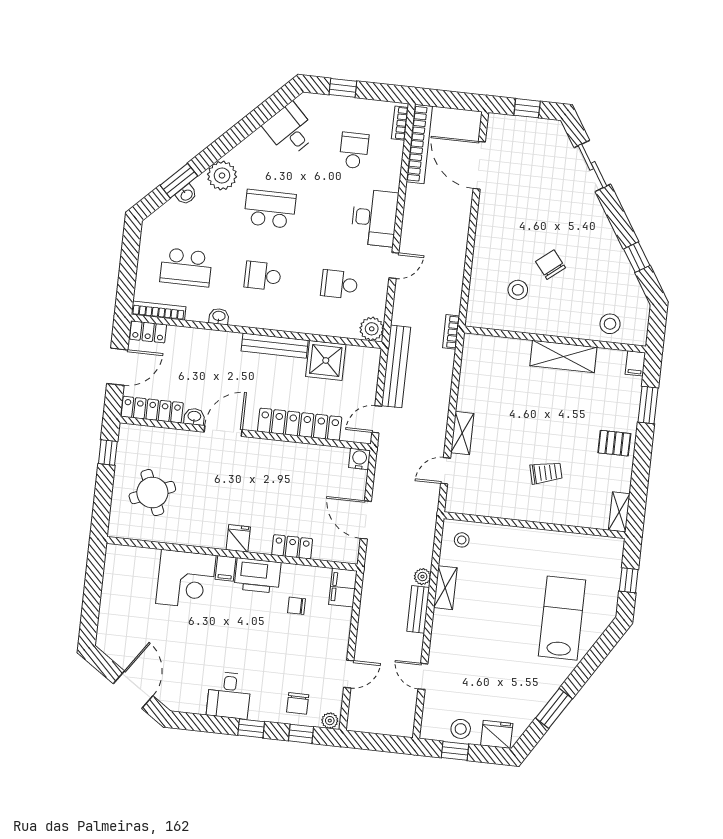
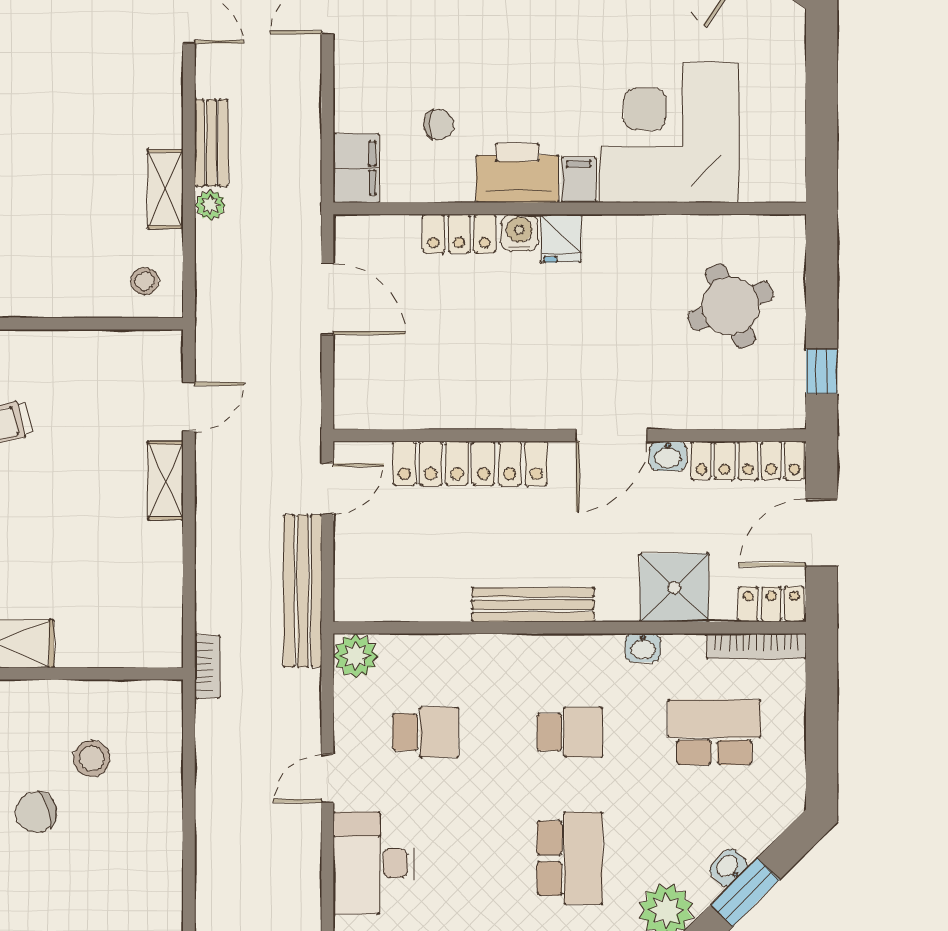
school desk: (270, 209) -> (570, 858), turned -90
chair: (551, 265) -> (36, 812), turned 111
shower: (326, 360) -> (674, 588), moved
water cooler: (359, 459) -> (519, 233), moved, turned 180
corner desk: (186, 579) -> (669, 133), width x1.36, depth x1.36

